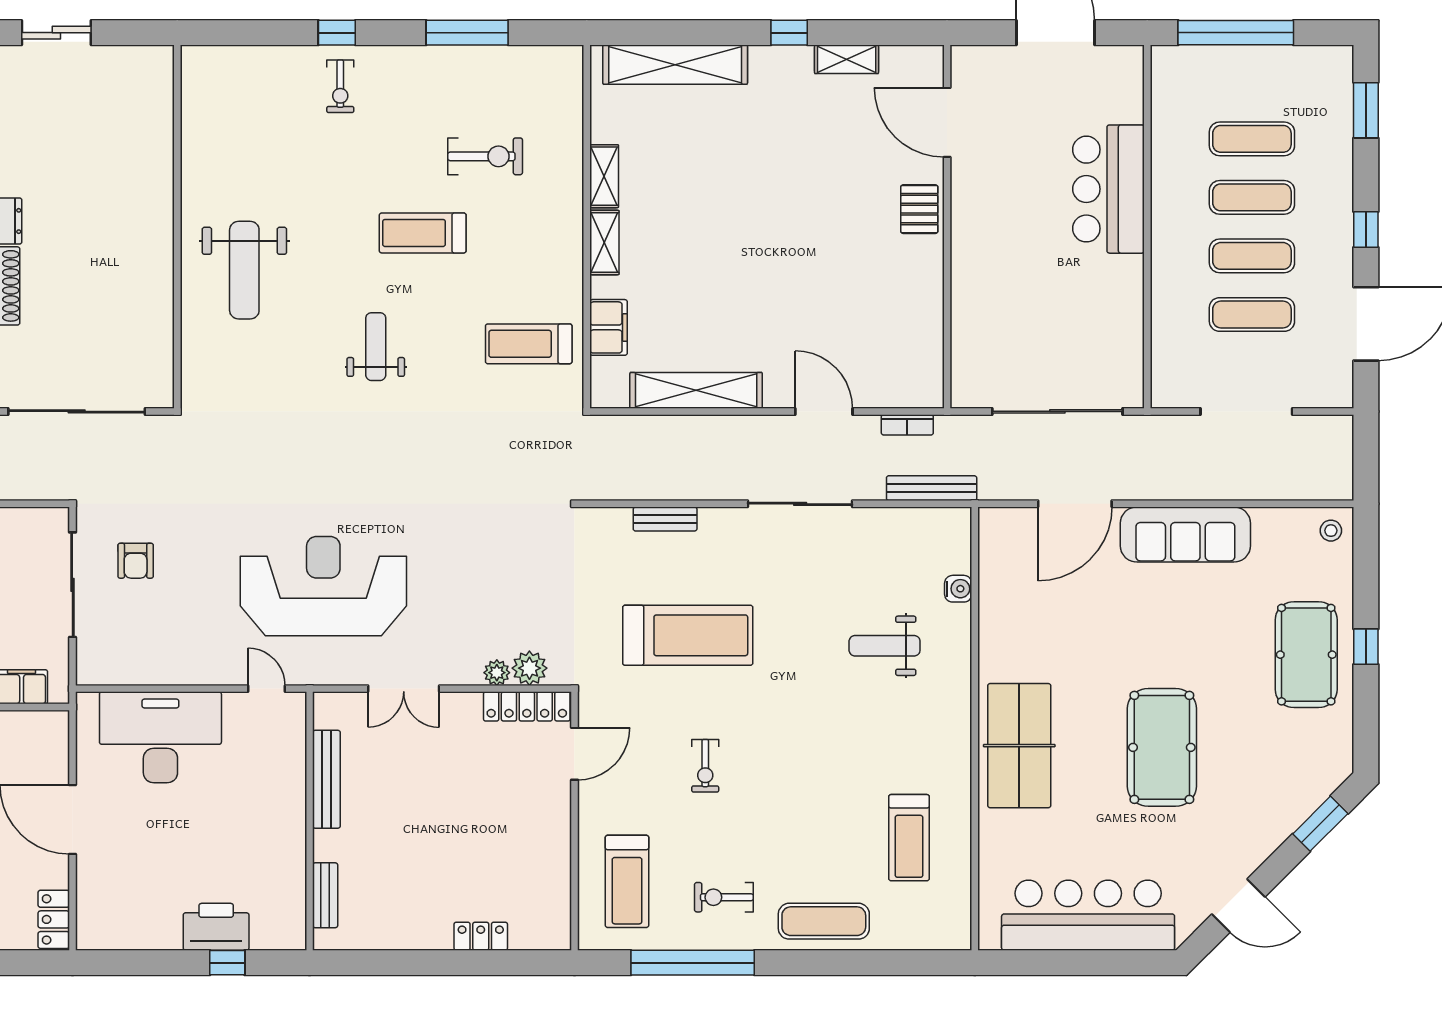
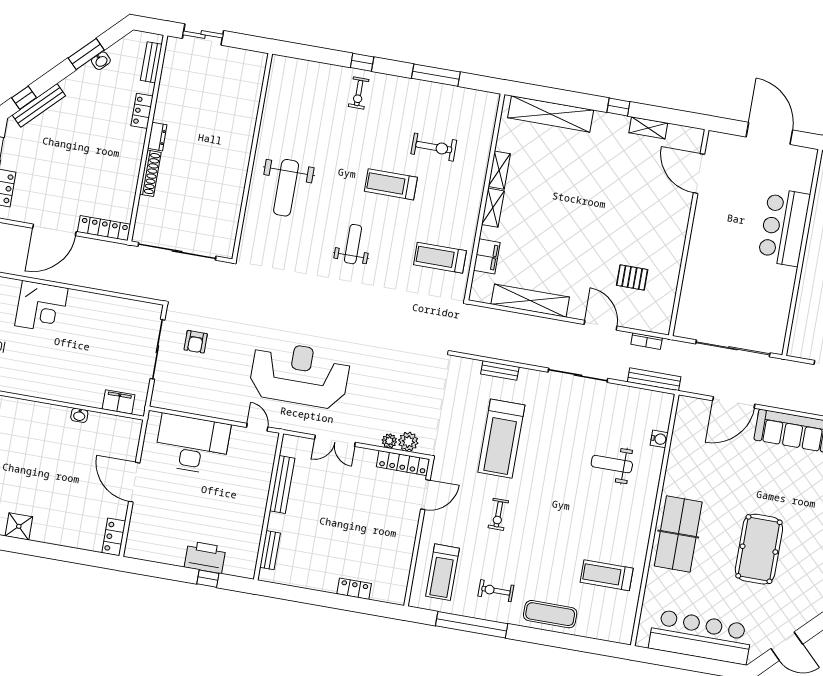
pallet: (919, 209) -> (632, 277), moved, turned 90
treadmill: (688, 635) -> (501, 439), turned 90
treadmill: (909, 838) -> (607, 575), turned 90

